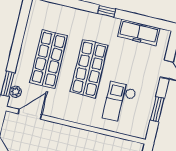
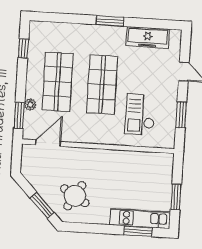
window: (107, 11) -> (110, 21), width x1.50
window: (22, 23) -> (23, 48), added
plant: (16, 92) -> (30, 105), moved

